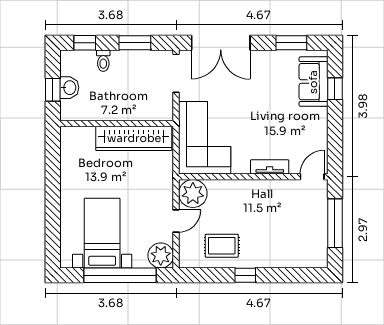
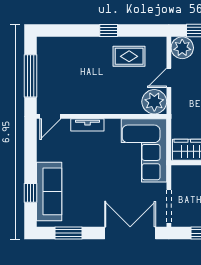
sofa: (313, 82) -> (49, 191), width x1.36

